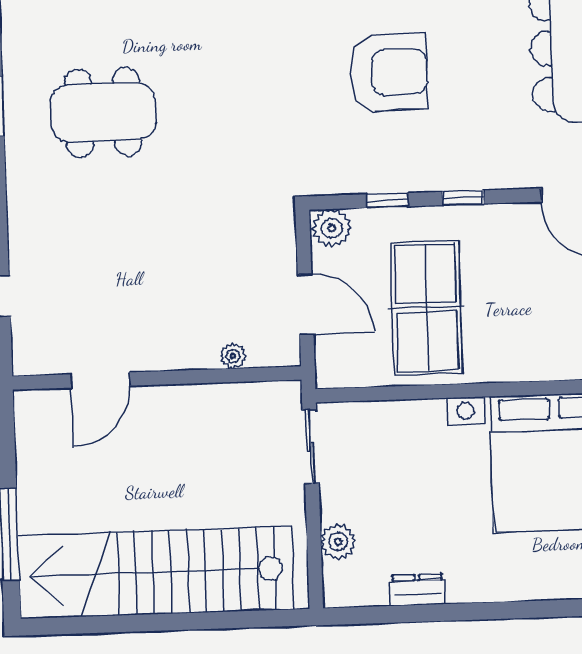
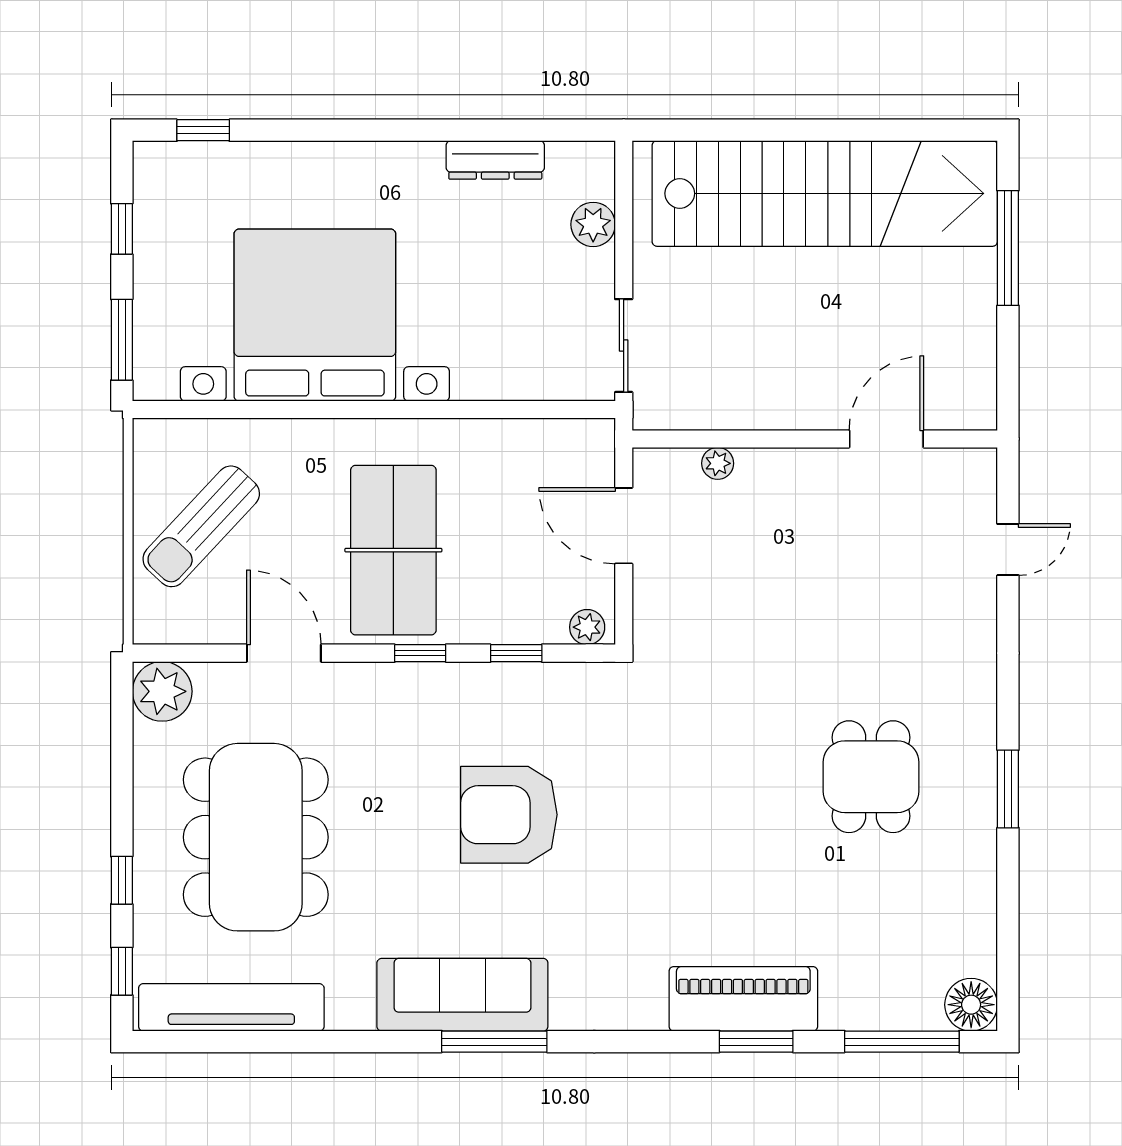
dining table: (103, 112) -> (871, 777), width x0.73
plant: (332, 228) -> (587, 627), width x0.73, depth x0.73
table tennis table: (426, 308) -> (393, 550), moved
dresser: (417, 590) -> (495, 160), width x1.44

